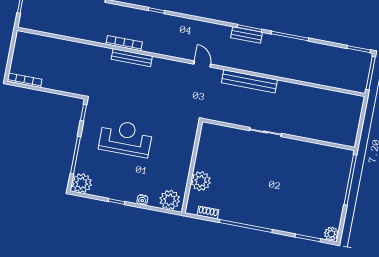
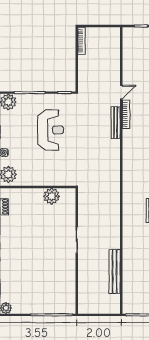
door: (202, 64) -> (121, 92), moved
bench: (249, 81) -> (115, 271), moved
plant: (201, 181) -> (52, 196), moved

